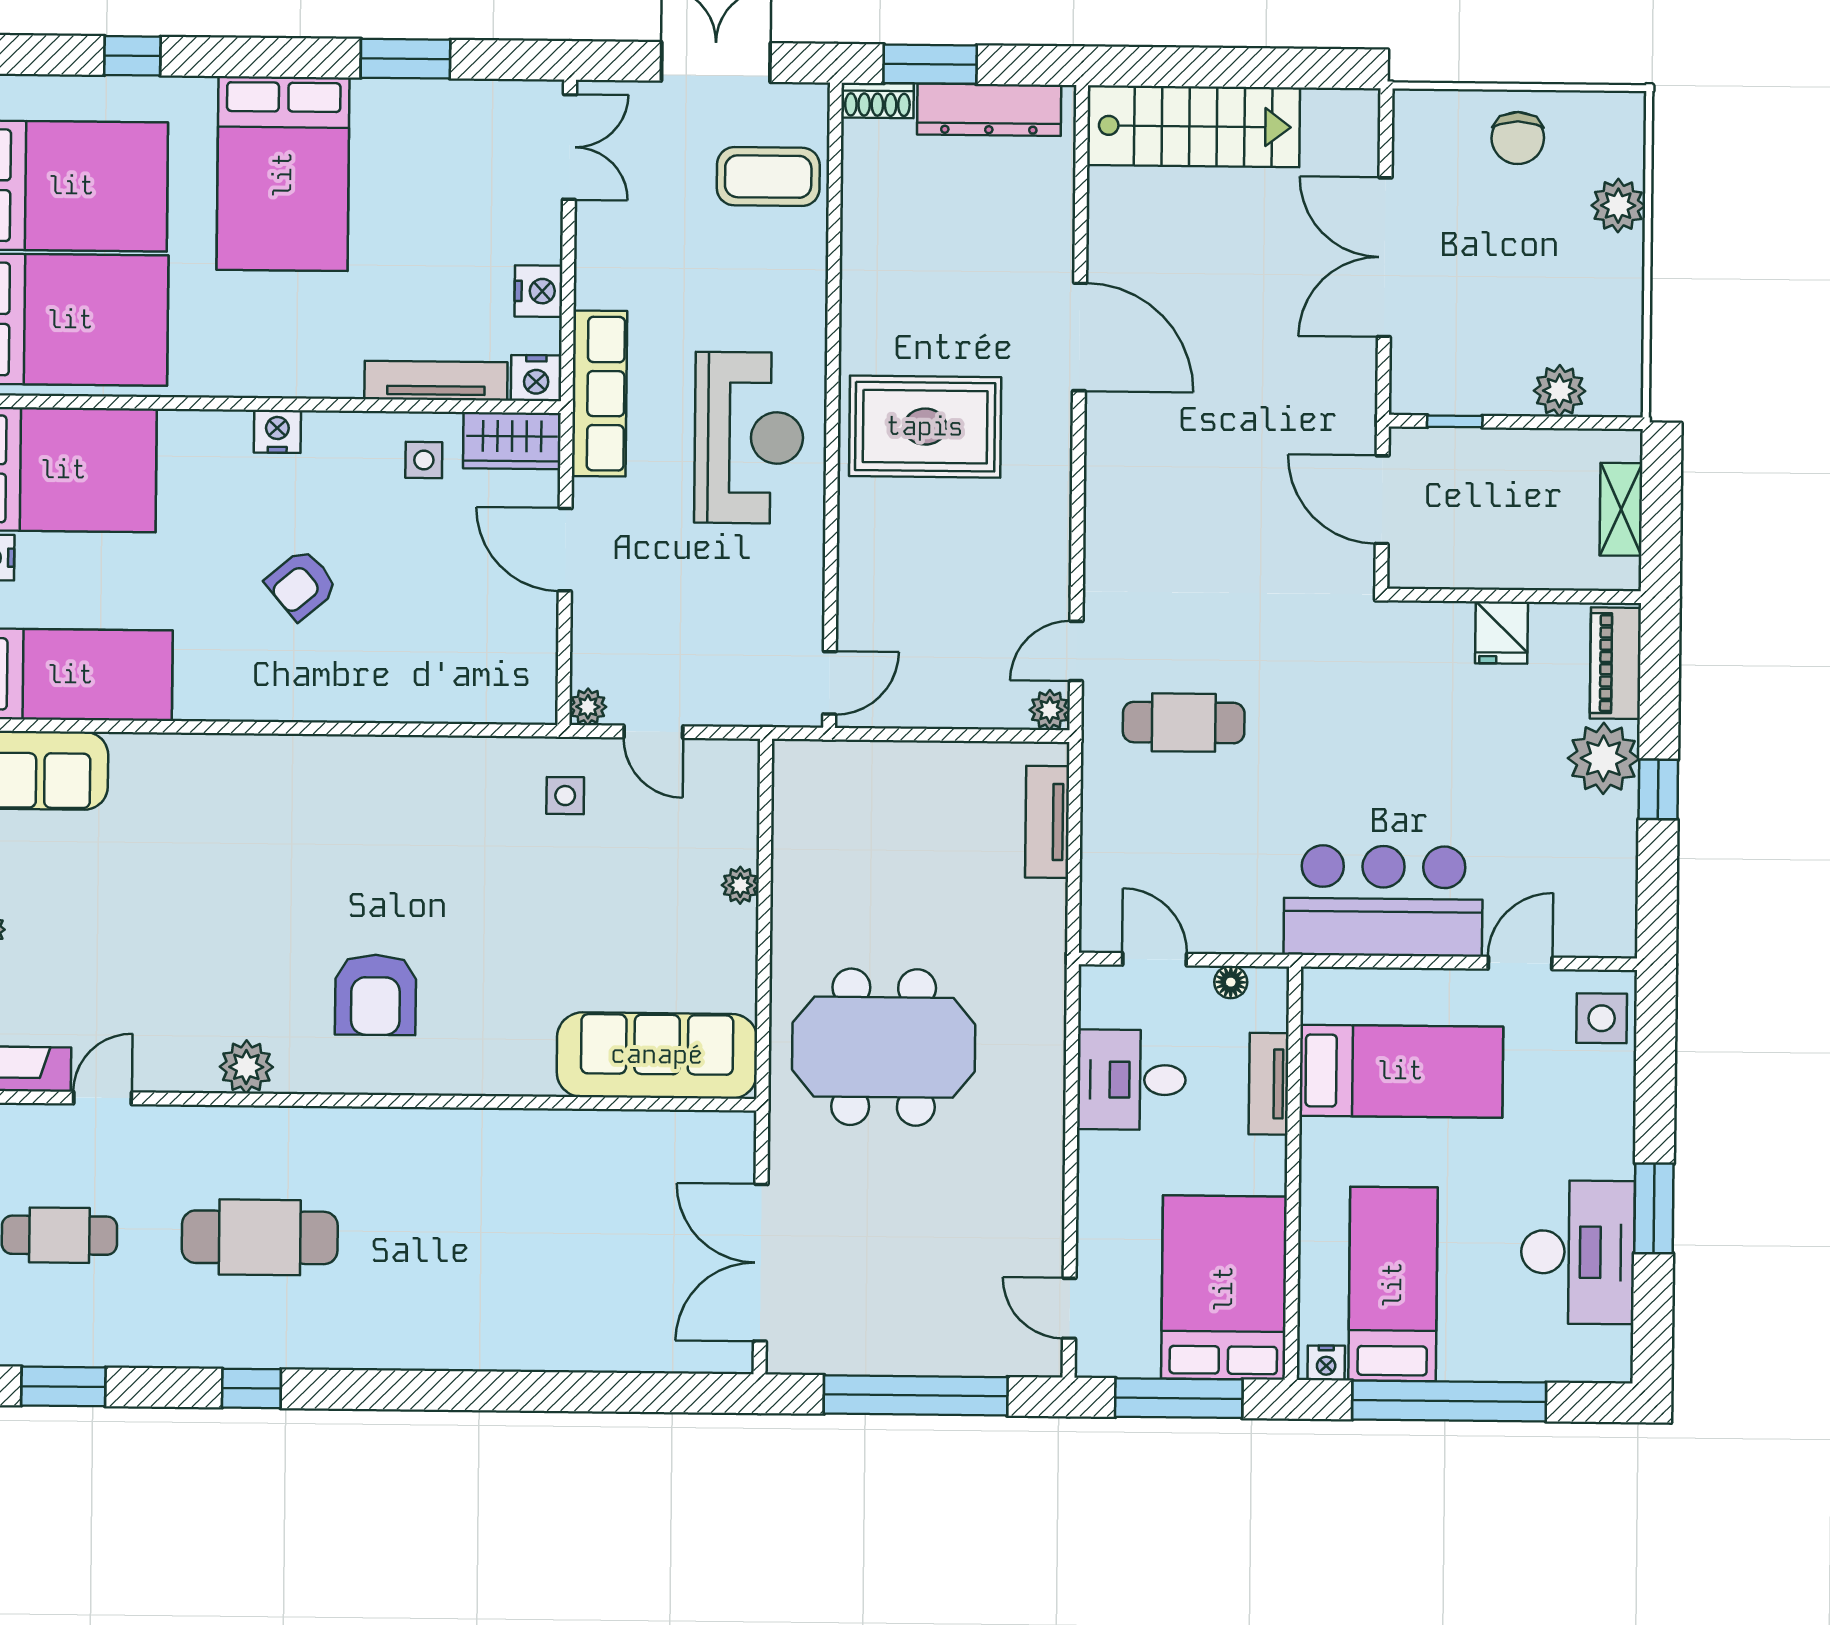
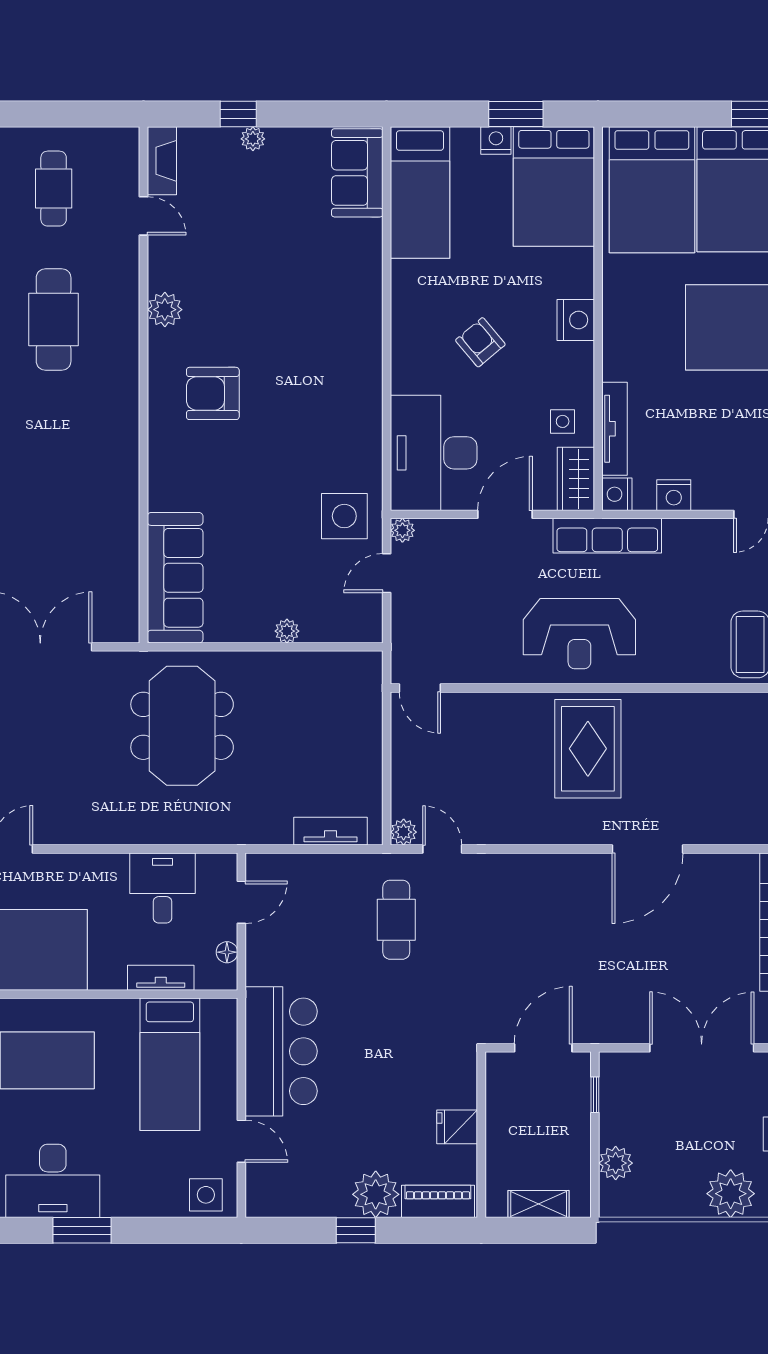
plant: (1618, 206) -> (731, 1194), width x1.36, depth x1.36
nightstand: (277, 431) -> (576, 320), width x1.36, depth x1.33
desk: (470, 658) -> (434, 453), added
side table: (565, 796) -> (344, 516), width x1.87, depth x1.87

